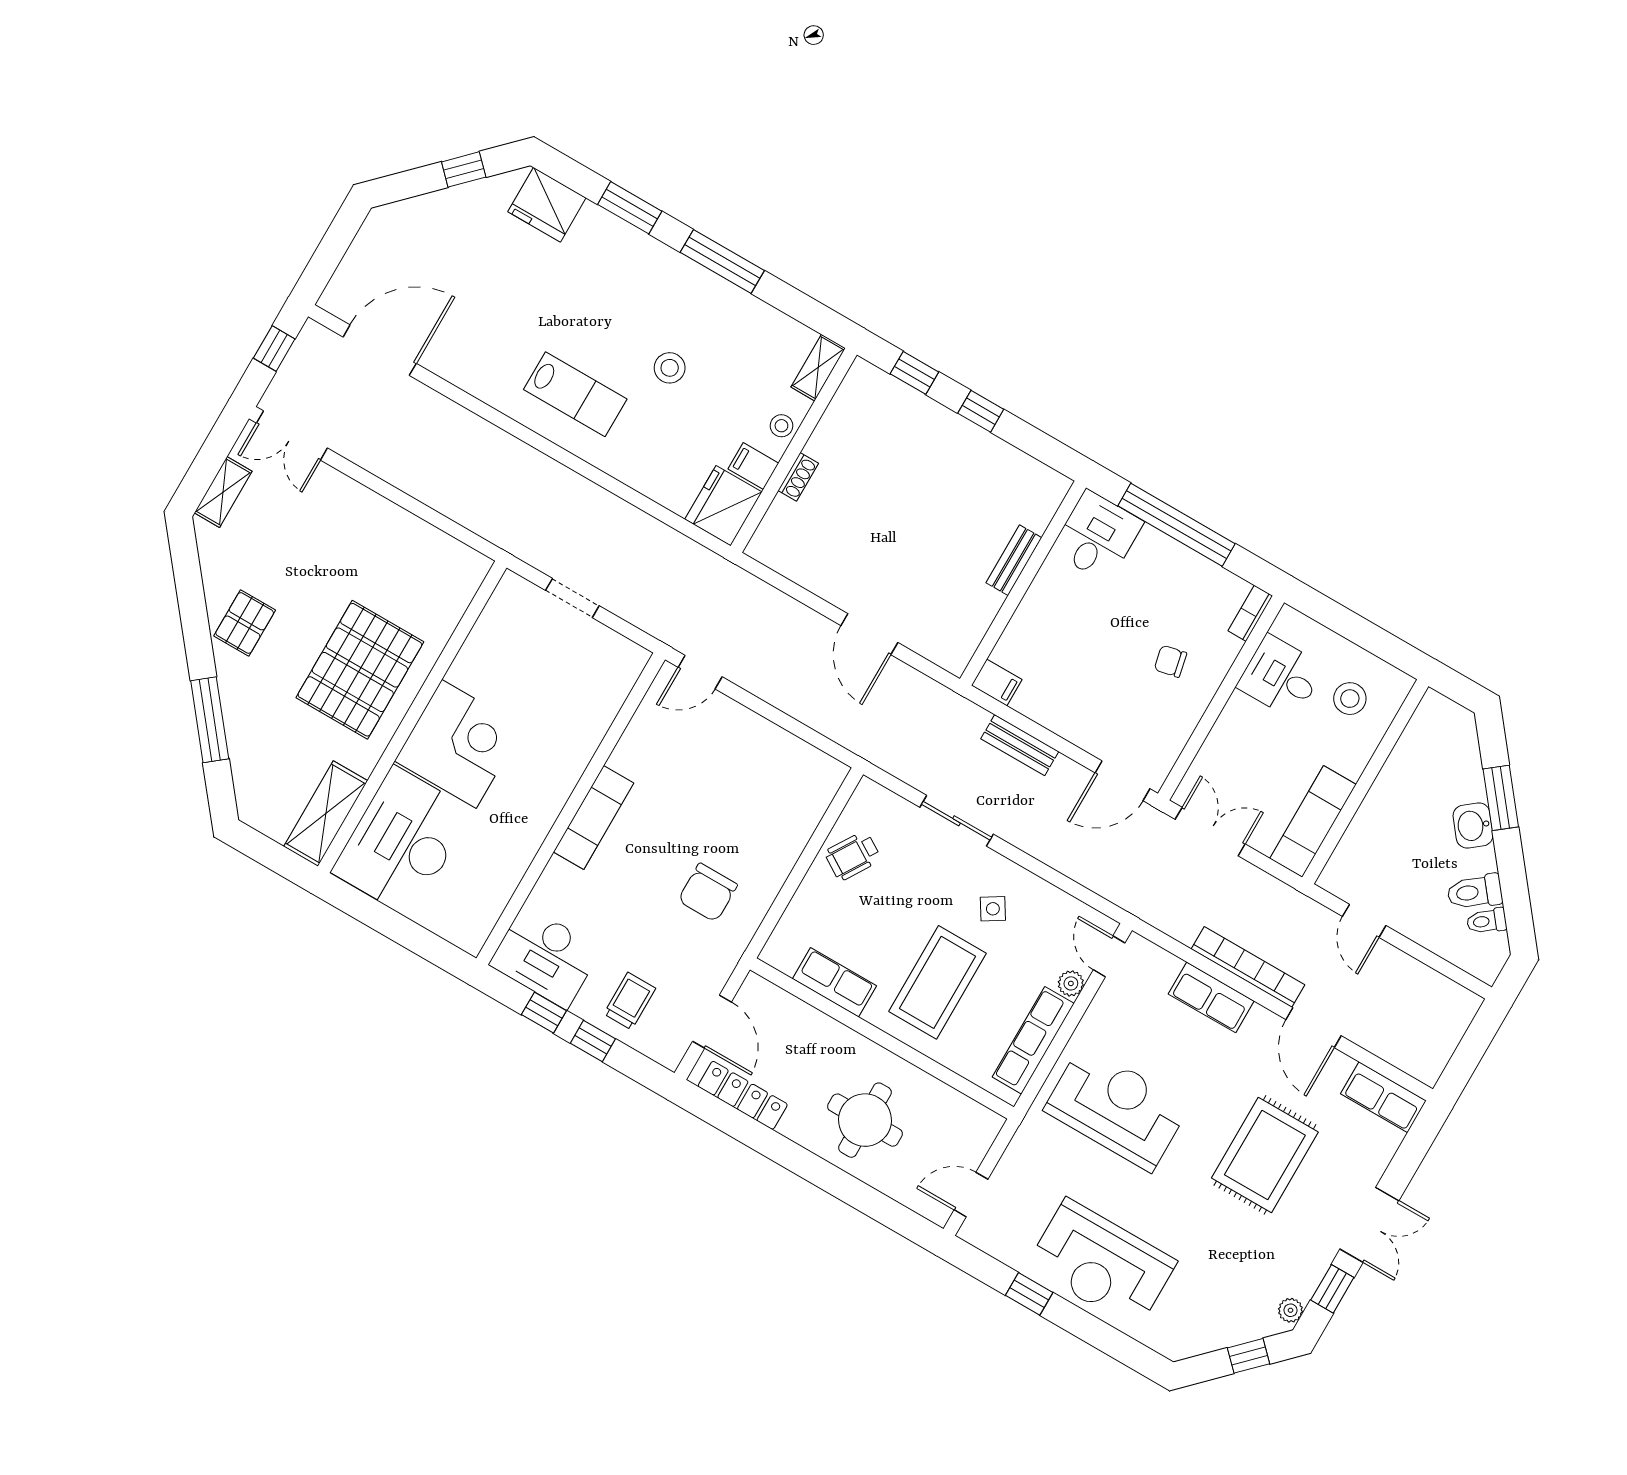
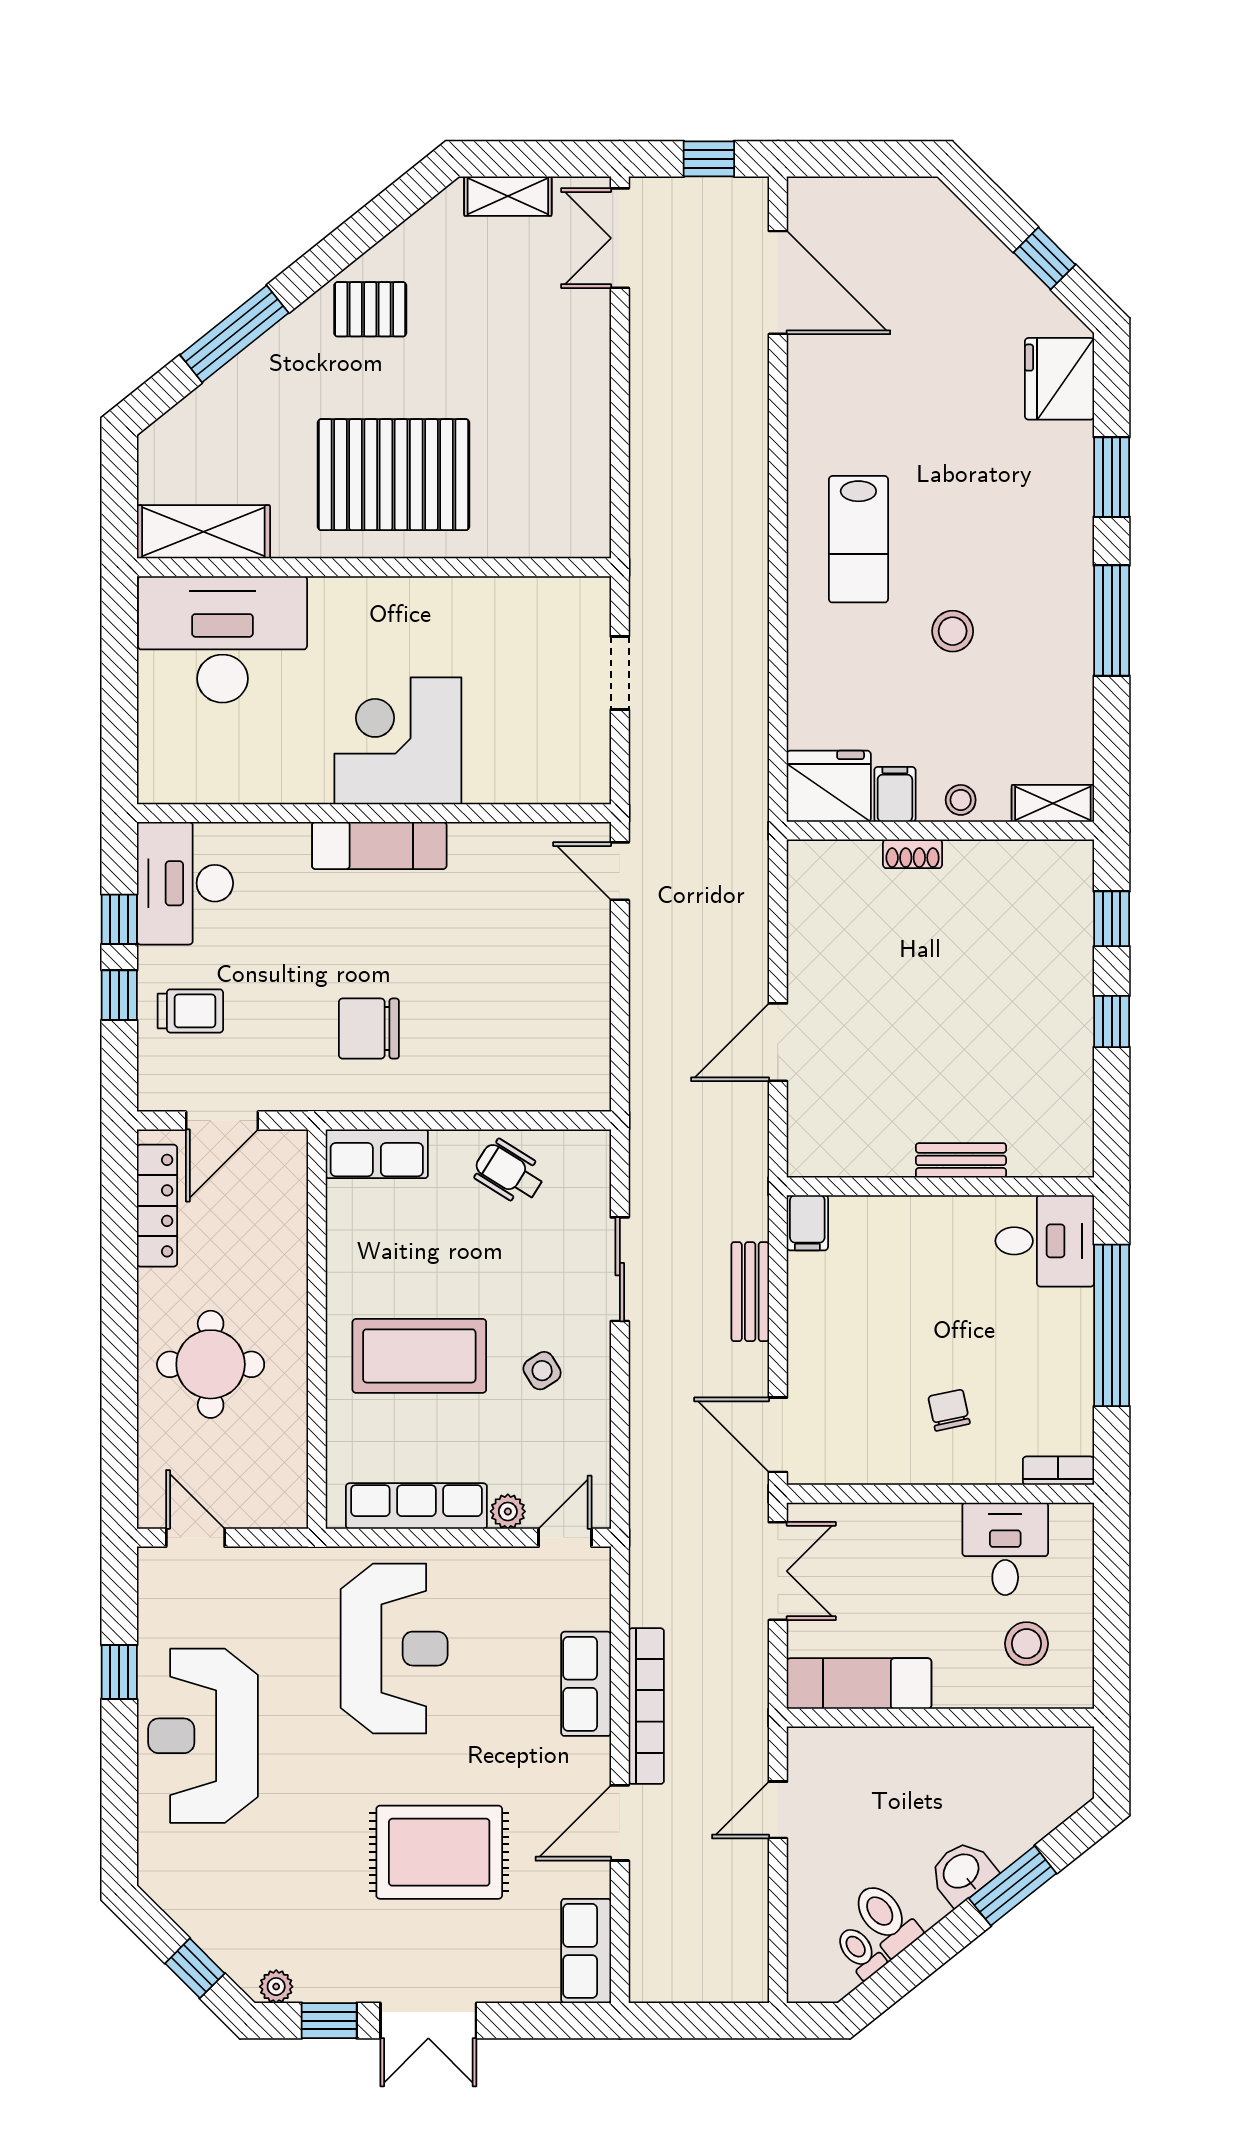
corner desk: (459, 744) -> (398, 741), moved, turned 180
row of seats: (835, 982) -> (377, 1154), moved, turned 90

